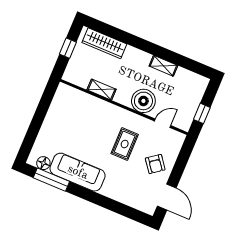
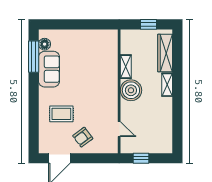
shelving: (163, 66) -> (167, 85), moved
boiler: (143, 101) -> (131, 90), moved
rug: (125, 144) -> (61, 114), moved
sofa: (78, 172) -> (49, 69), width x0.73

